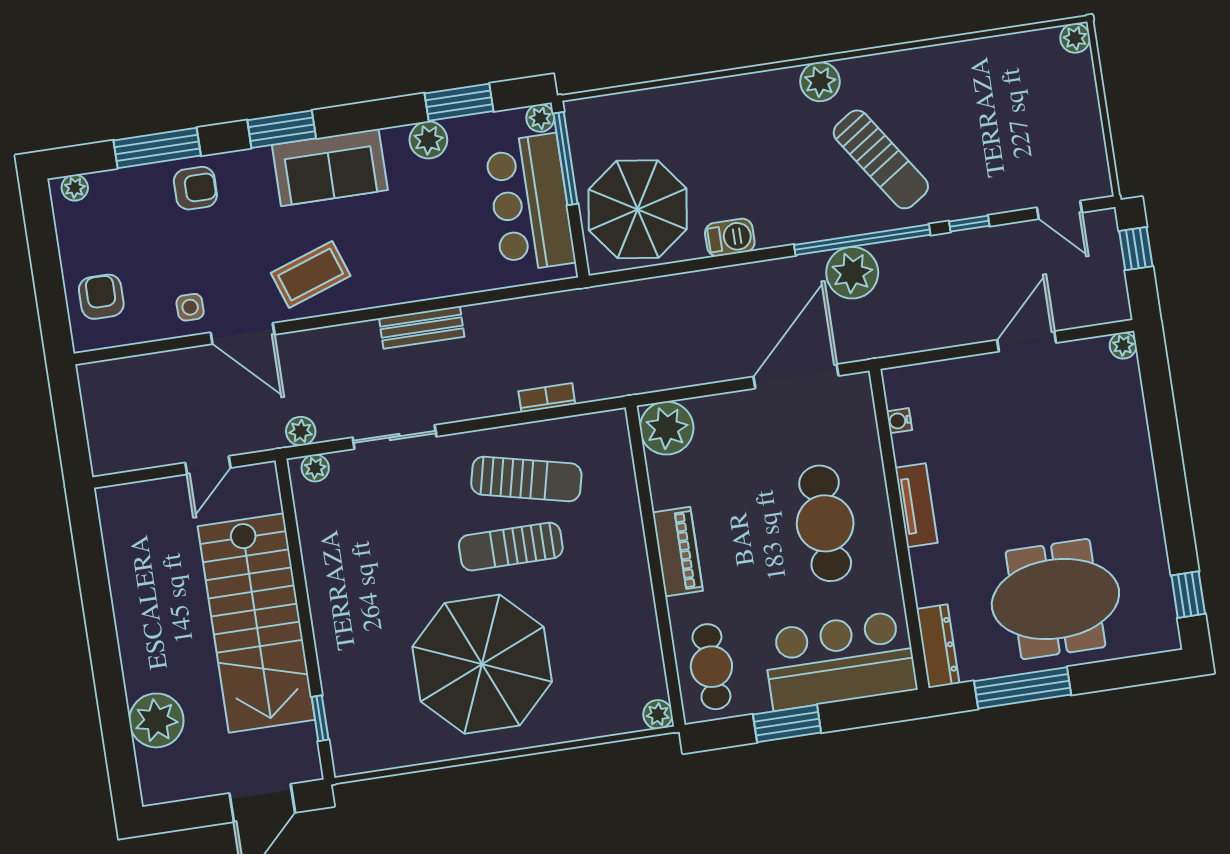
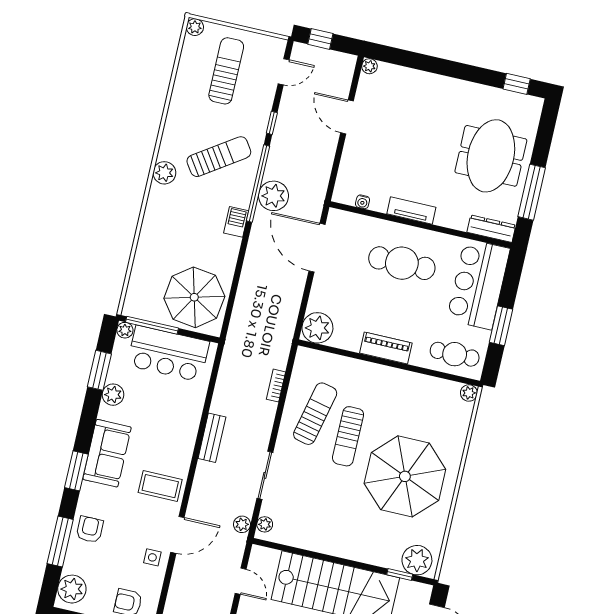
sun lounger: (1024, 117) -> (226, 71), added
plant: (75, 188) -> (72, 589), width x1.87, depth x1.87
barbecue: (730, 237) -> (236, 222), moved
coffee table: (311, 274) -> (160, 486), turned -71
plant: (354, 737) -> (417, 560), added

